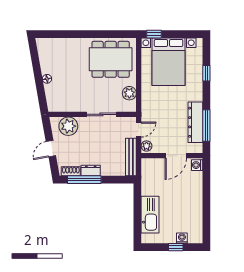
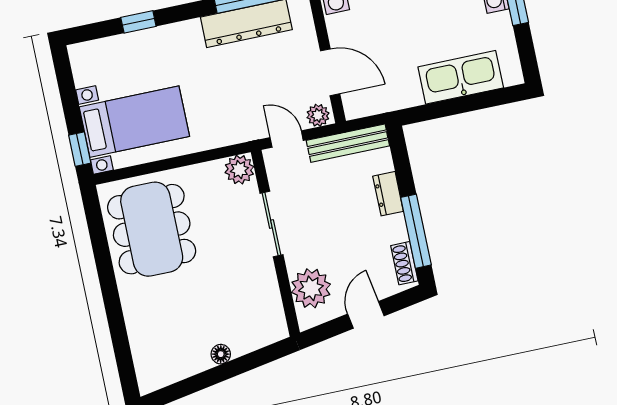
bed with nightstands: (169, 62) -> (134, 122), width x0.73
plant: (129, 93) -> (239, 170), moved
door: (51, 149) -> (366, 315), swing flipped
door: (176, 156) -> (330, 72), moved
dresser: (91, 170) -> (388, 194), moved

